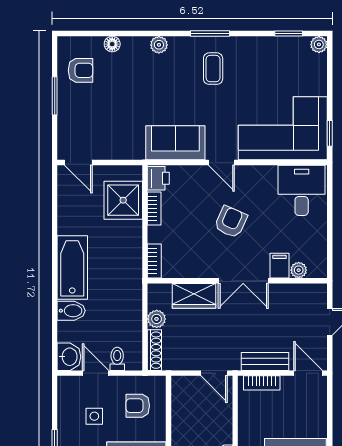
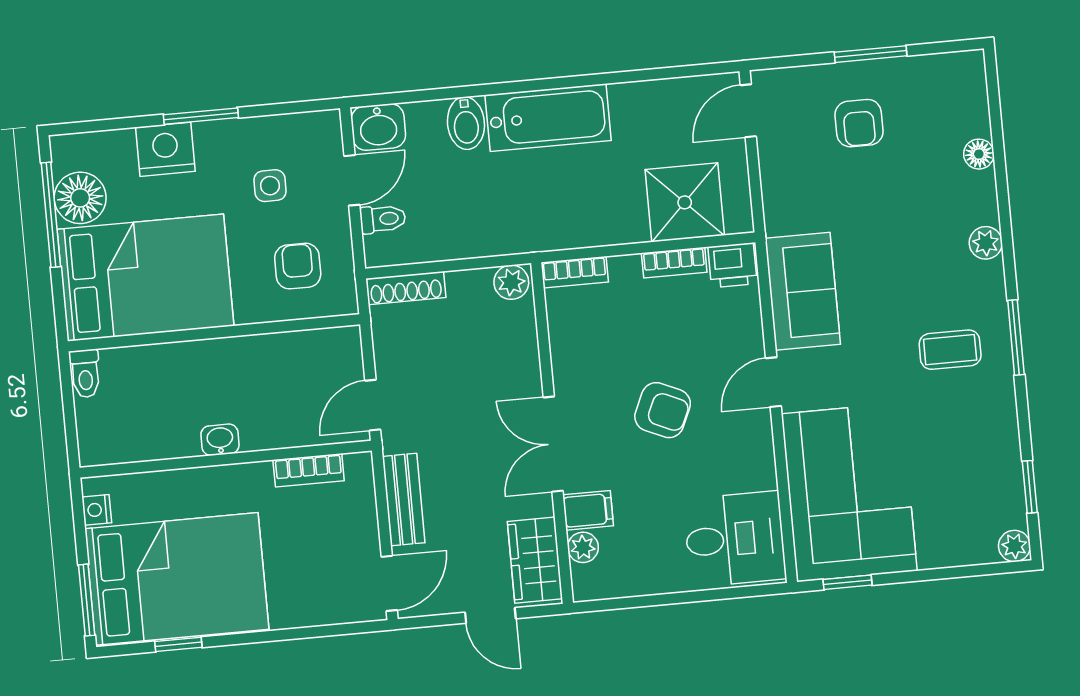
armchair: (81, 70) -> (859, 123), moved
wardrobe: (194, 296) -> (535, 560), moved
plant: (157, 319) -> (511, 282), moved
bookcase: (262, 383) -> (309, 470), moved, turned -90

